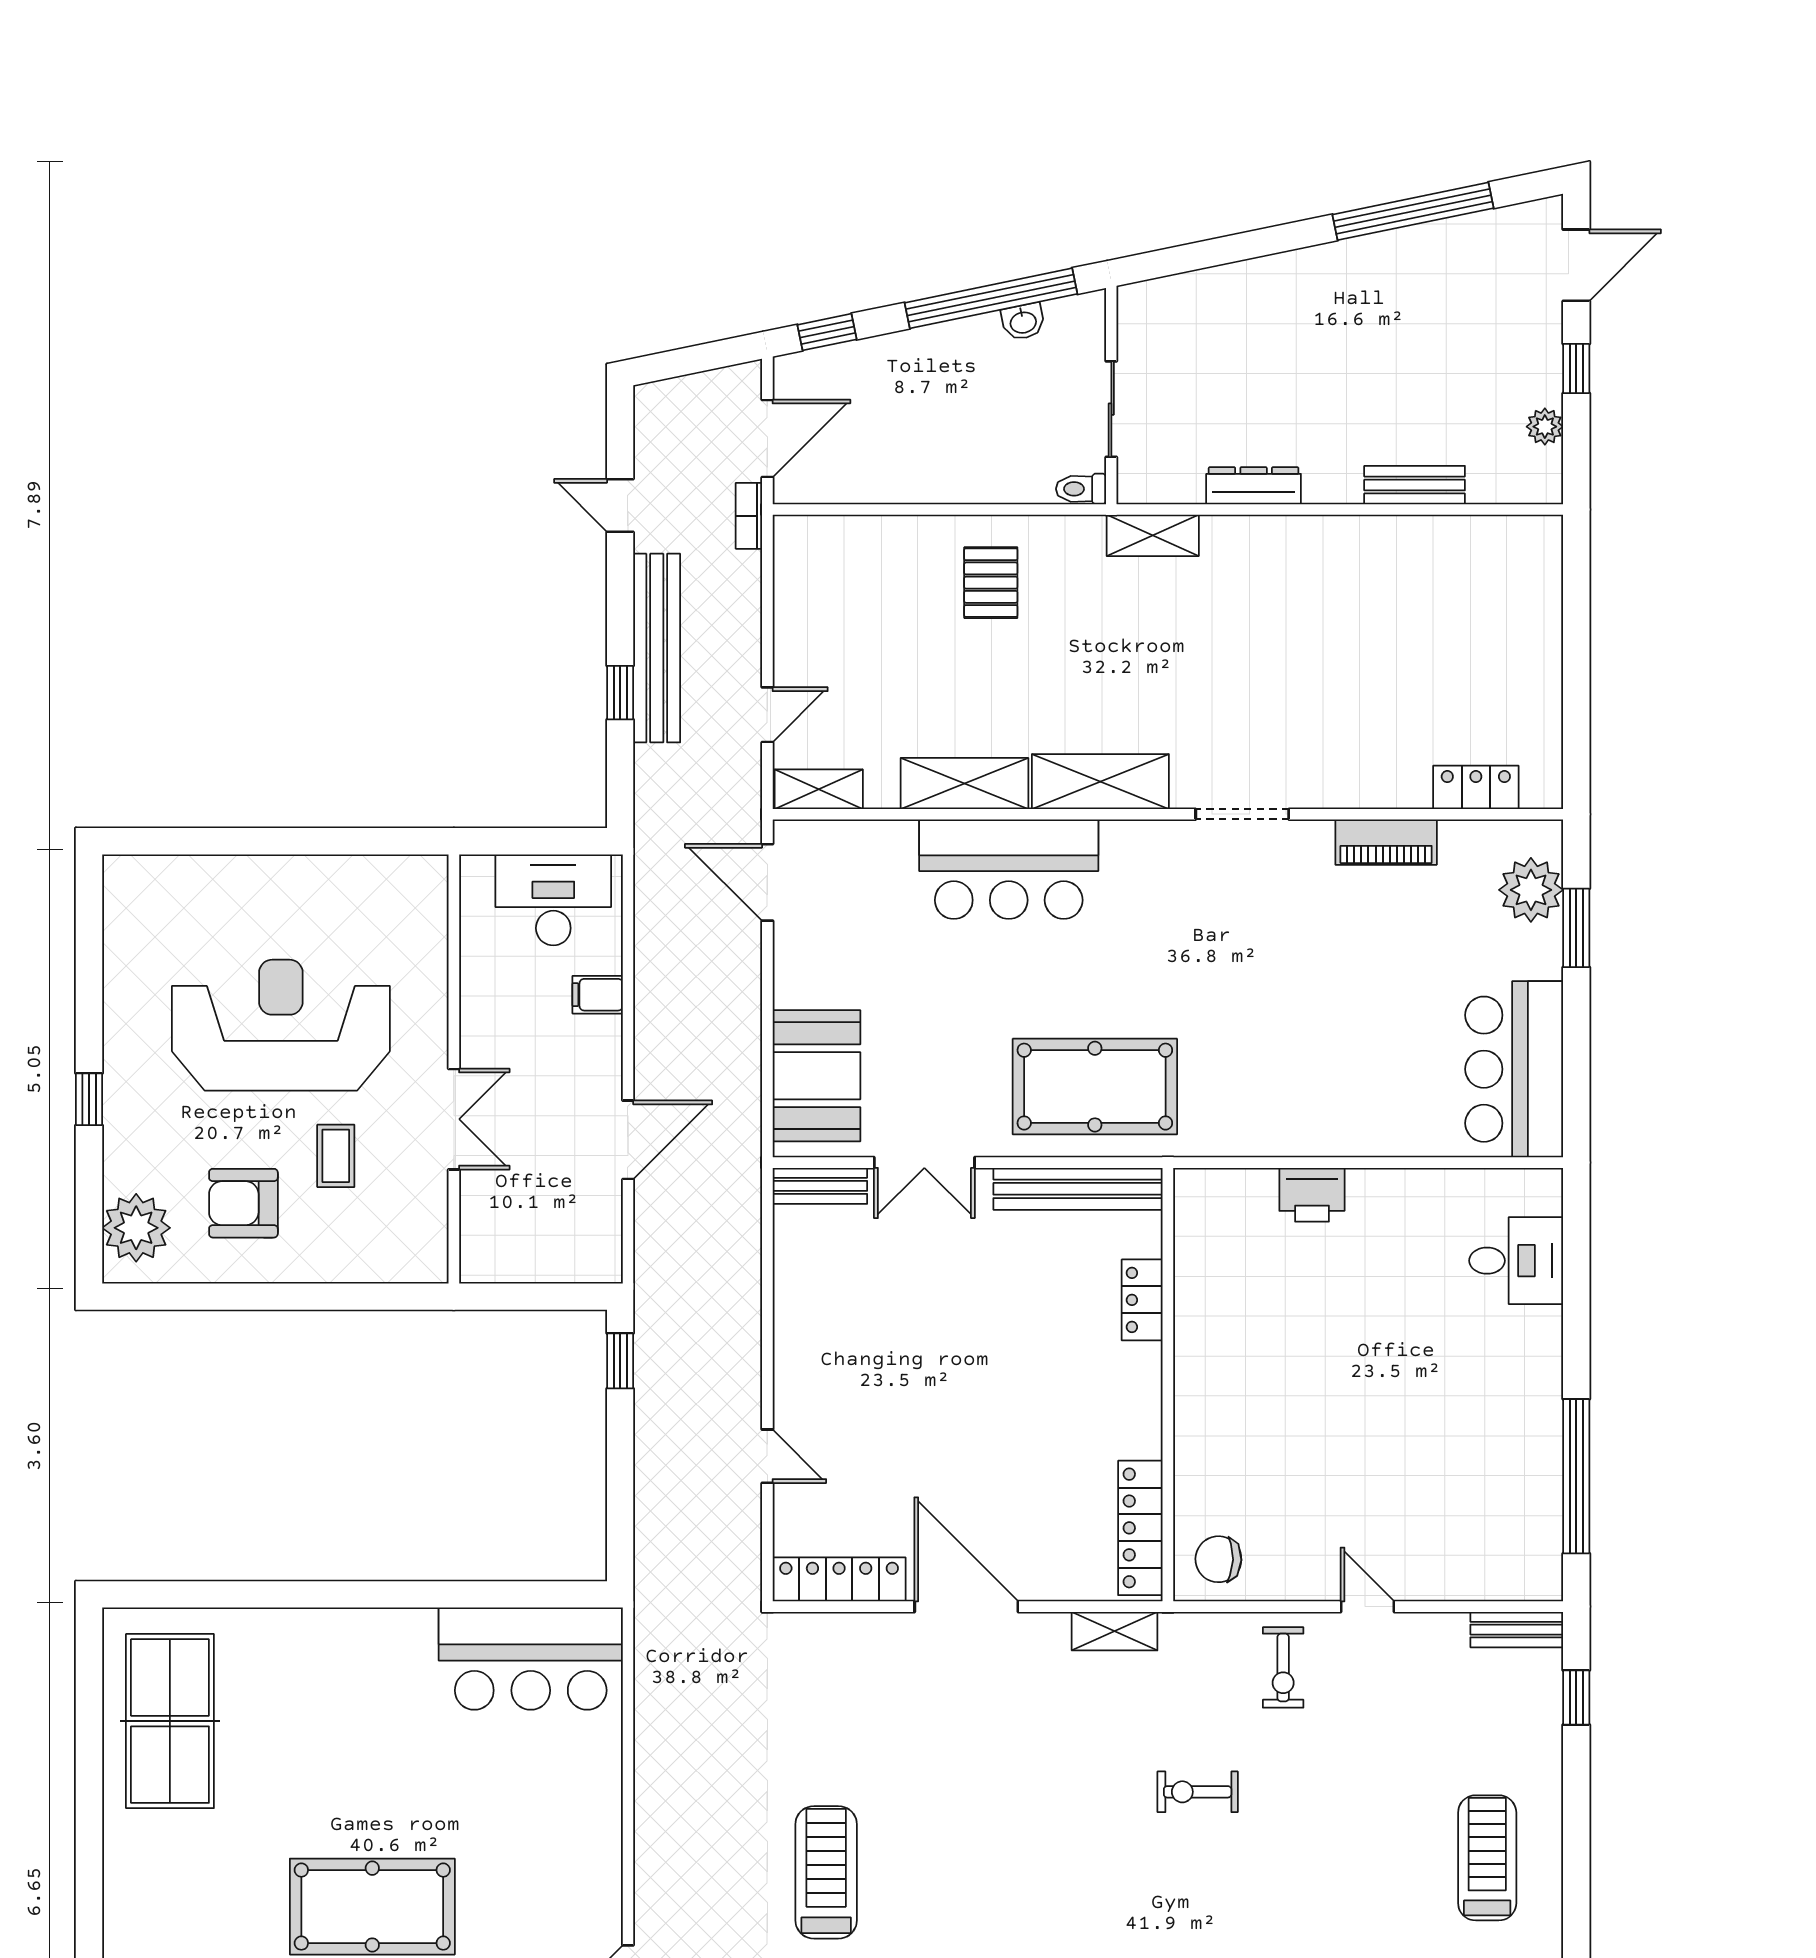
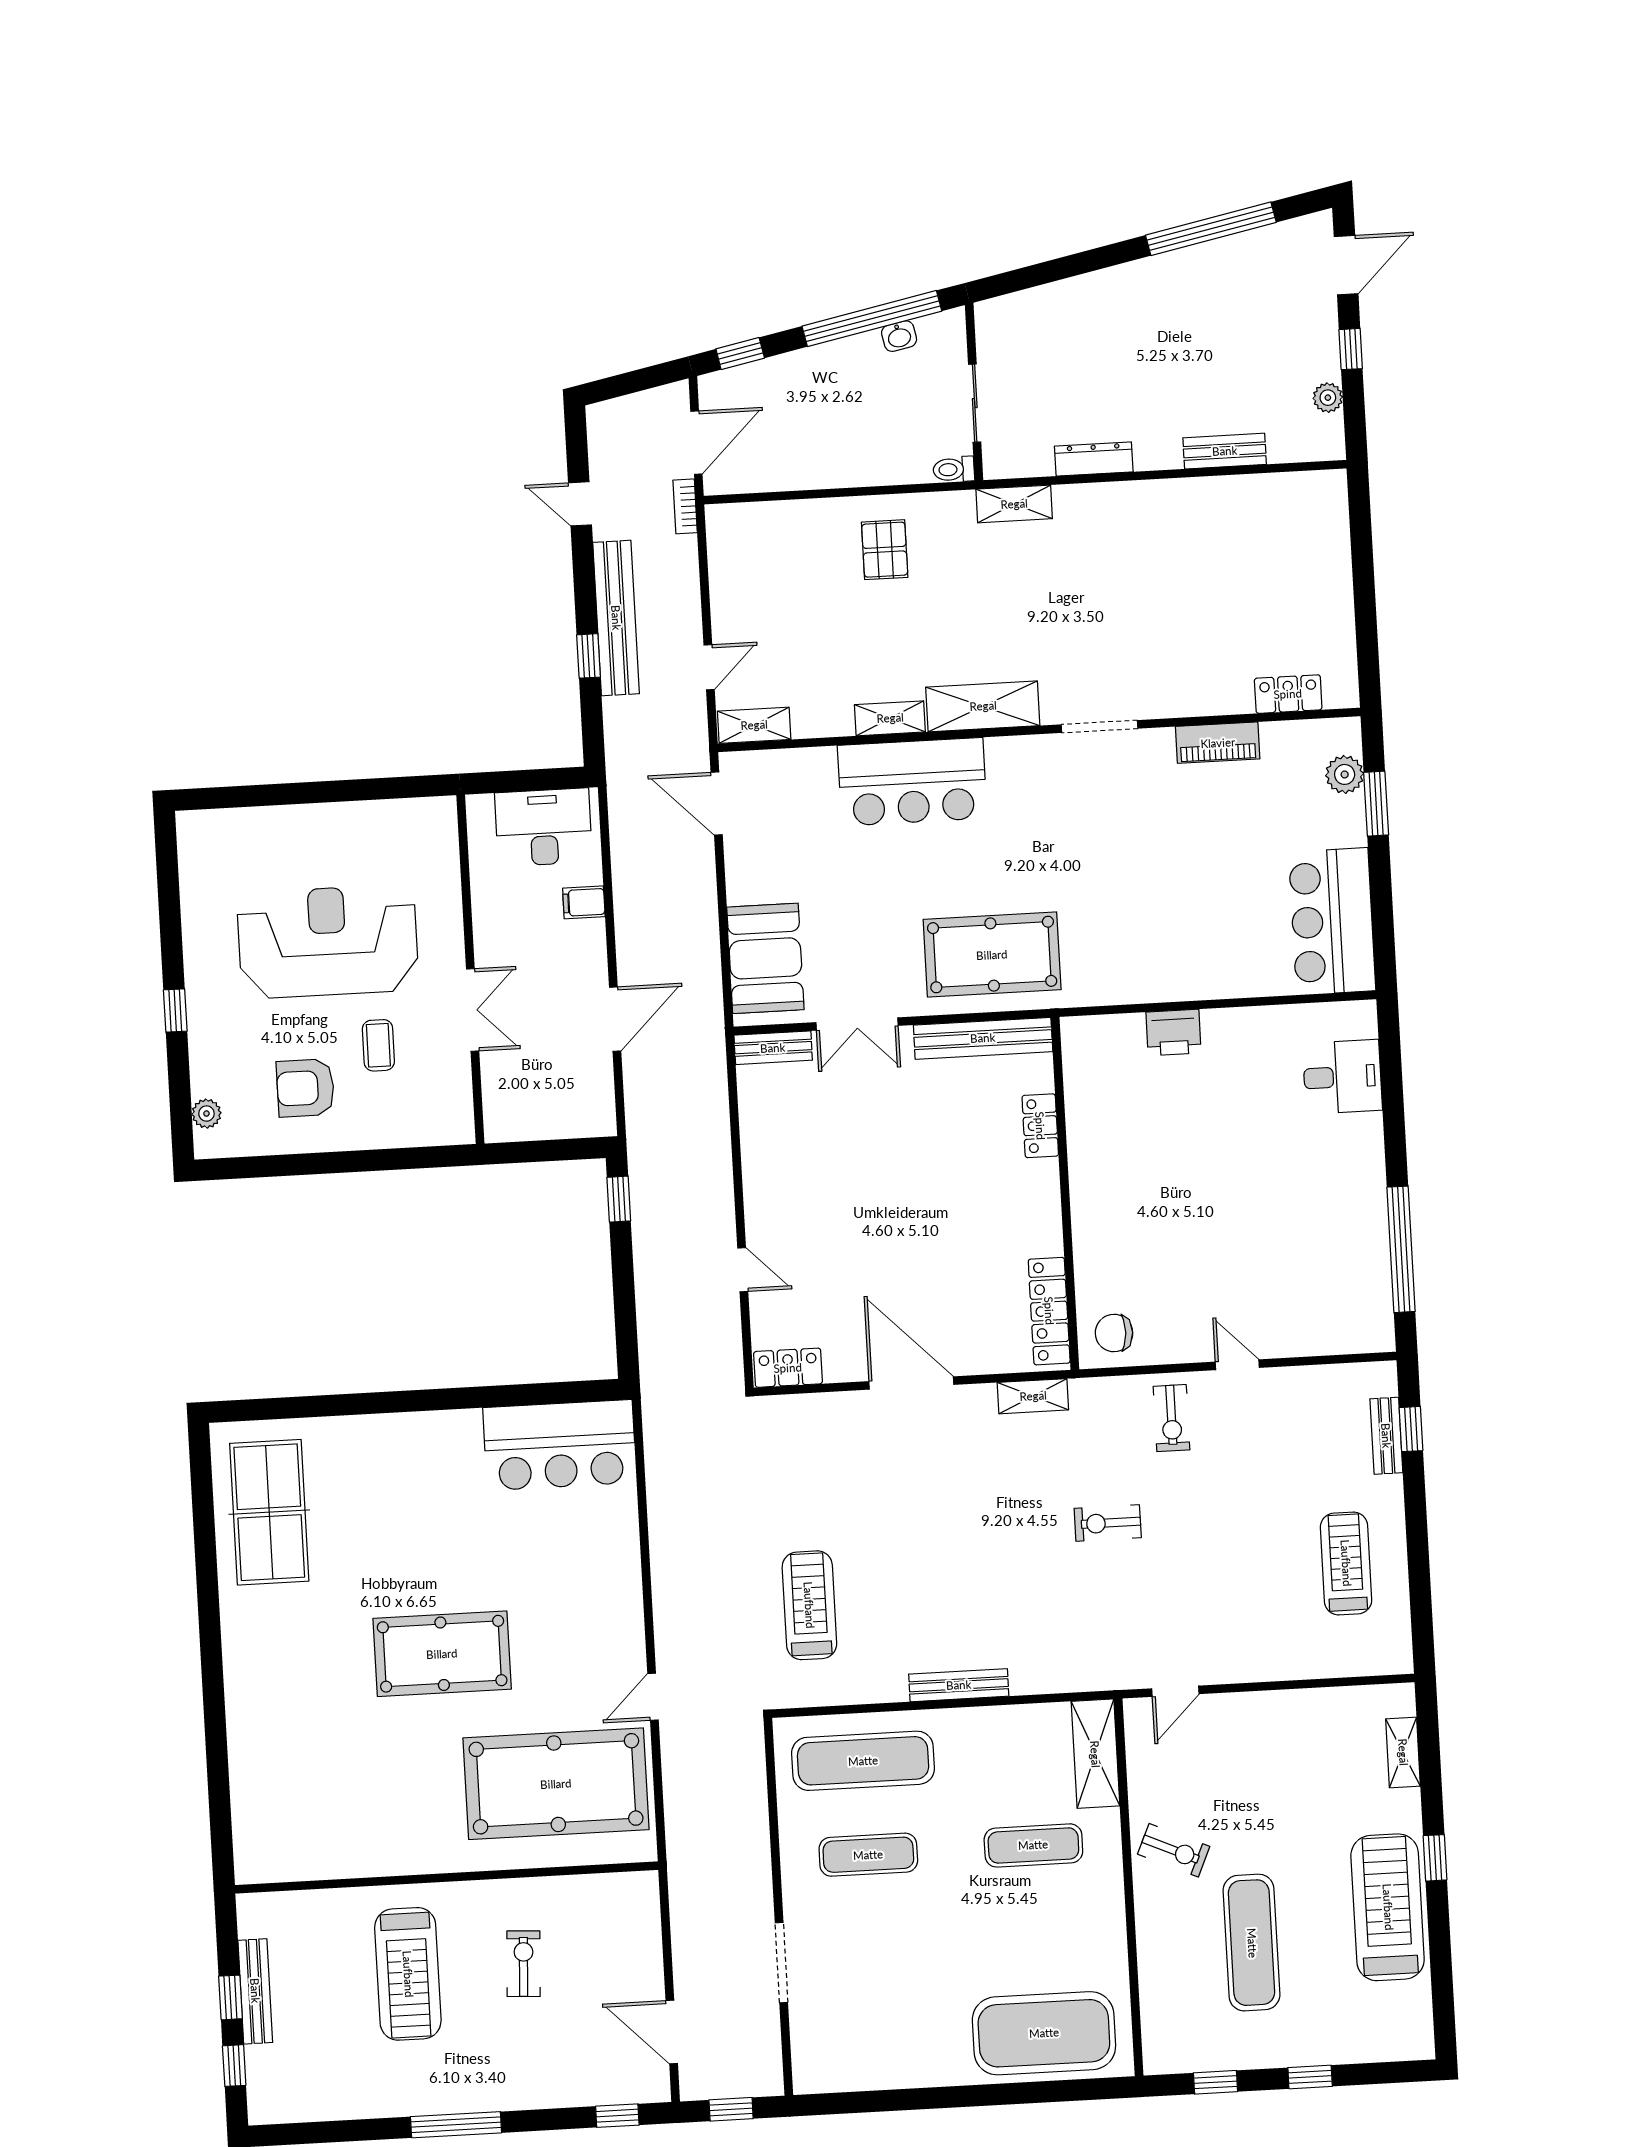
shelving: (964, 783) -> (890, 718), width x0.67, depth x0.75
plant: (1531, 890) -> (1345, 774), width x0.73, depth x0.73
plant: (136, 1228) -> (206, 1114), width x0.53, depth x0.53
locker: (839, 1579) -> (788, 1368), width x0.66
bench: (1517, 1630) -> (1386, 1436), moved, turned 90

